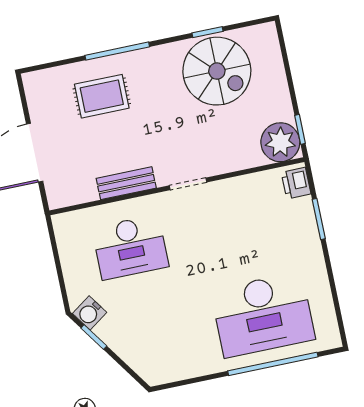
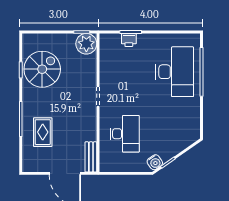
bench: (126, 183) -> (91, 157), moved
printer: (296, 183) -> (129, 40), moved

